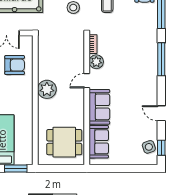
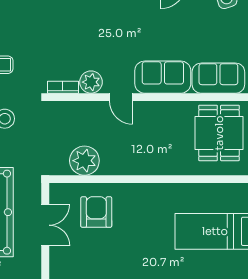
plant: (47, 89) -> (84, 161), moved

